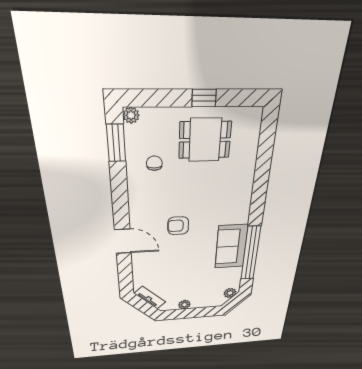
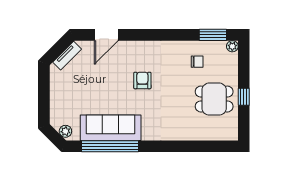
dining table: (205, 140) -> (214, 99), turned 90
door: (123, 241) -> (106, 35), moved
sofa: (231, 247) -> (111, 128), width x1.36
plant: (184, 305) -> (55, 88), removed

